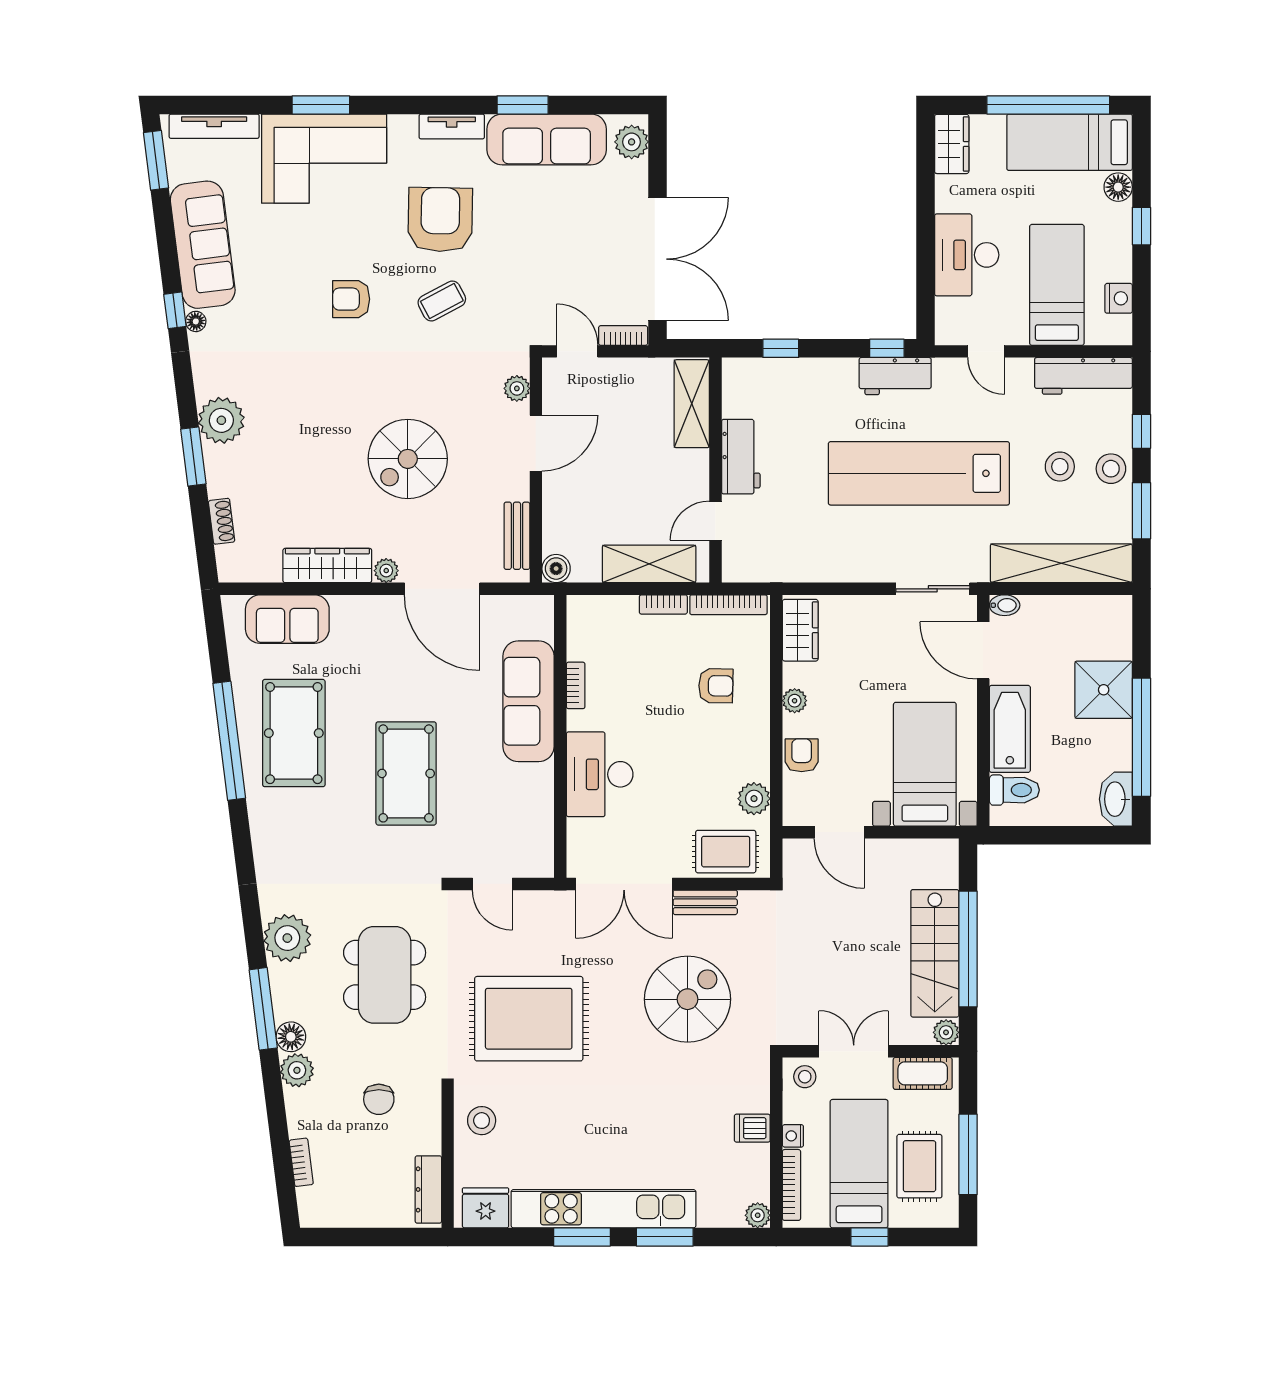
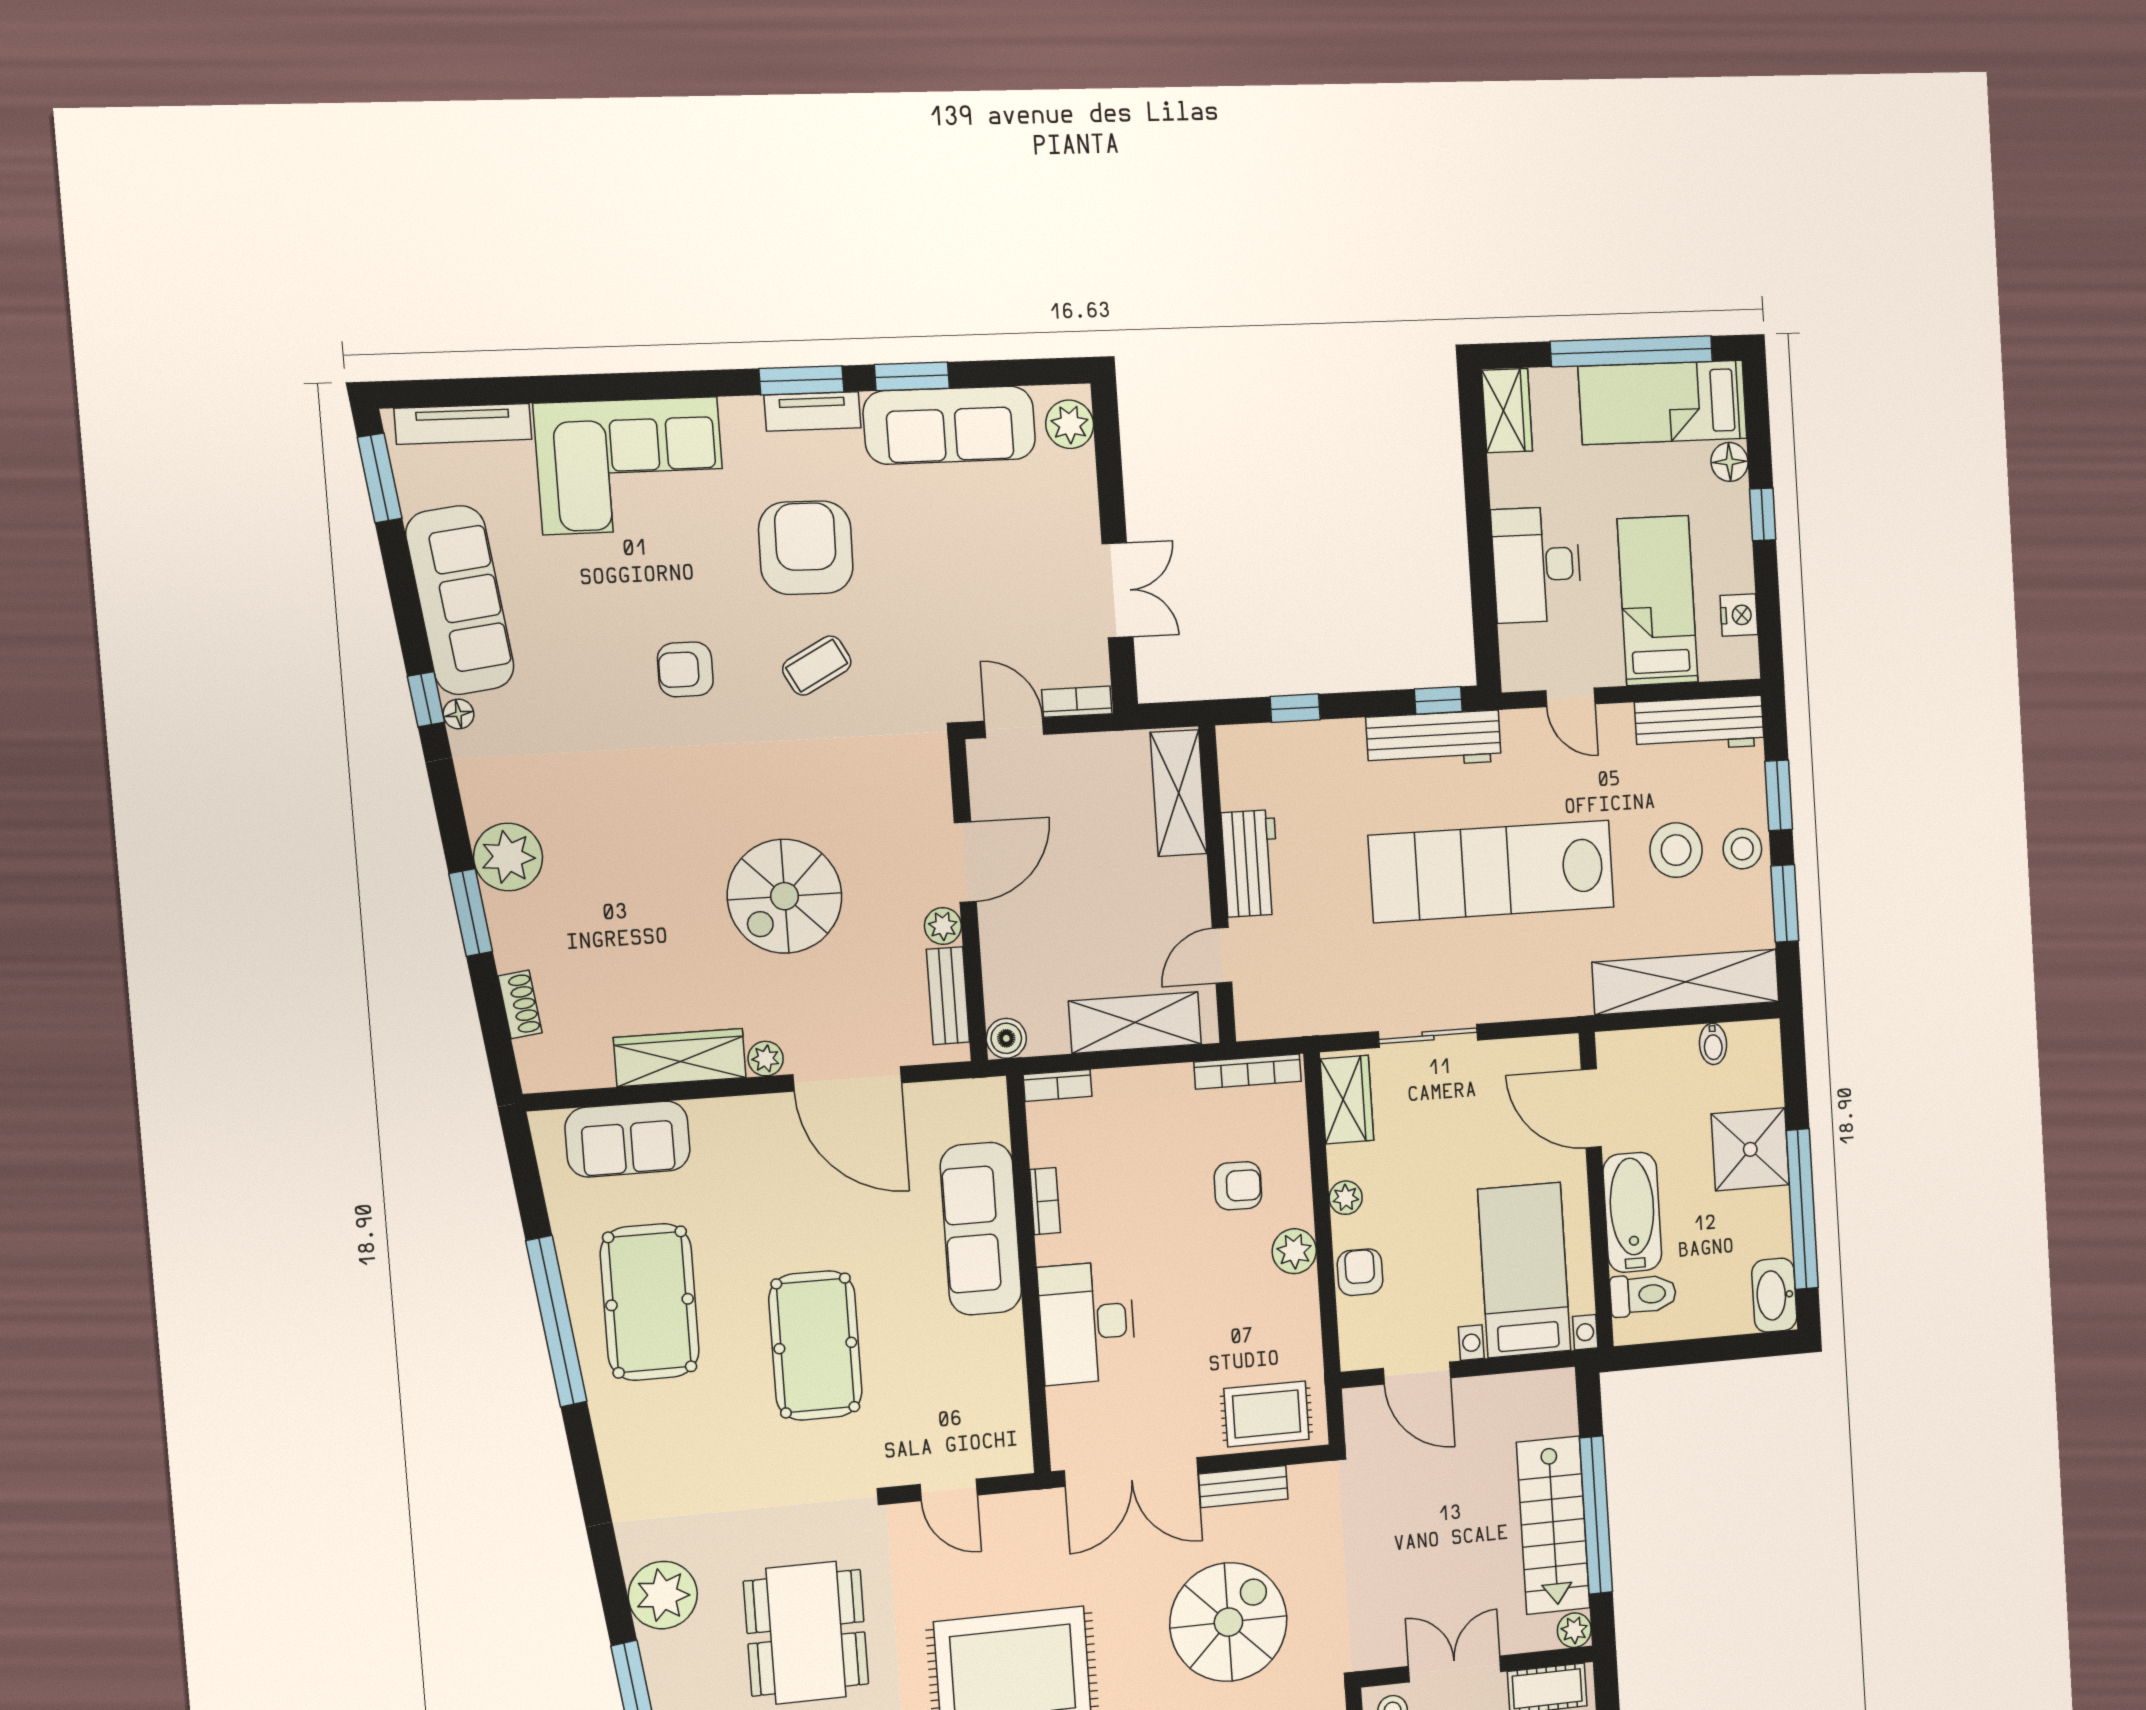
window: (321, 105) -> (802, 380), moved
double door: (658, 259) -> (1117, 590), width x0.54
workbench: (895, 376) -> (1434, 739), width x1.38
plant: (517, 388) -> (943, 926), moved
window: (1141, 431) -> (1779, 795), width x1.50
stool: (1060, 467) -> (1676, 850), width x1.38, depth x1.38
sliding door: (933, 589) -> (1428, 1036), moved
bookcase: (663, 604) -> (1058, 1085), moved
bidet: (1005, 605) -> (1713, 1044), moved, turned 90
plant: (754, 799) -> (1294, 1251), moved

